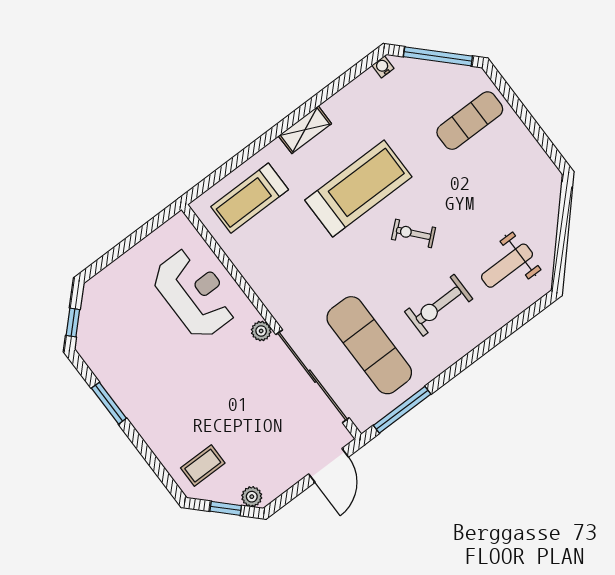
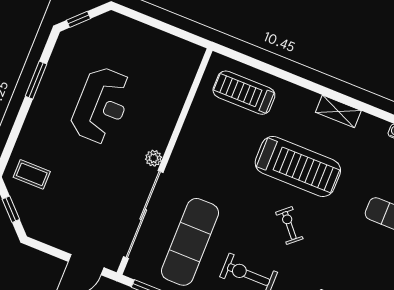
shelving: (305, 130) -> (338, 111), moved
reception desk: (195, 293) -> (102, 105), moved
plant: (252, 497) -> (31, 223), removed

